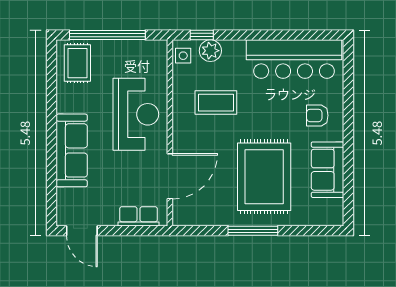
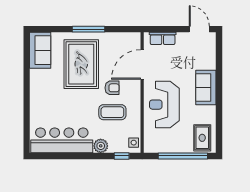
plant: (210, 51) -> (101, 146), moved
armchair: (317, 115) -> (112, 88), moved
sofa: (72, 150) -> (206, 87), width x0.73
sofa: (328, 170) -> (40, 50), moved

